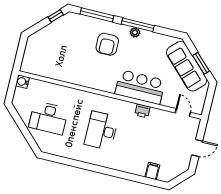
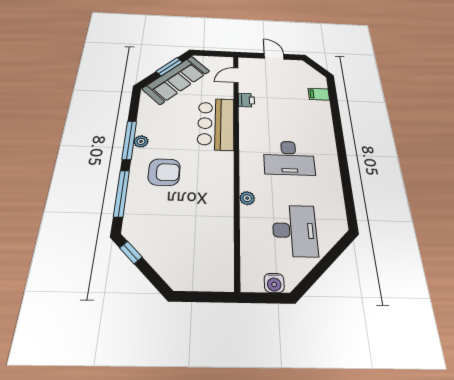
water cooler: (22, 82) -> (274, 283), moved
plant: (77, 94) -> (247, 198), added
printer: (142, 111) -> (246, 100), moved

